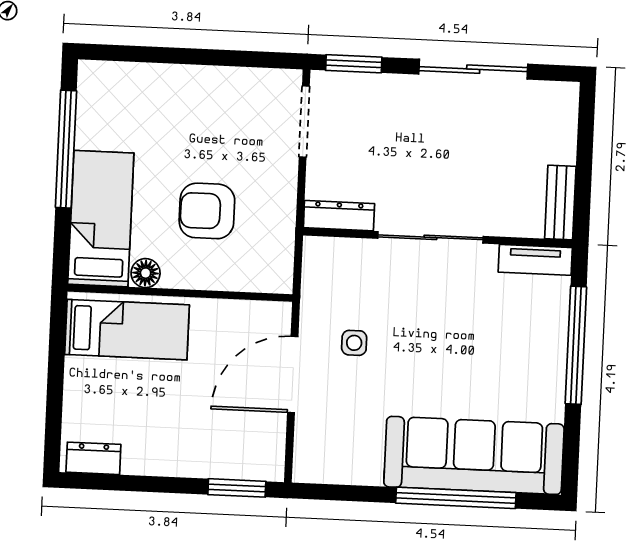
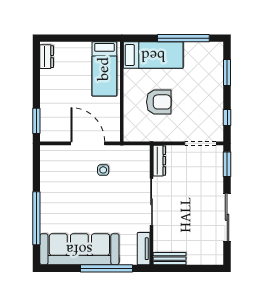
window: (147, 54) -> (227, 72), added
window: (249, 59) -> (227, 118), added
armchair: (207, 211) -> (159, 102), turned 90
floor lamp: (146, 273) -> (130, 76), removed
sofa: (474, 455) -> (79, 249), moved, turned -90

